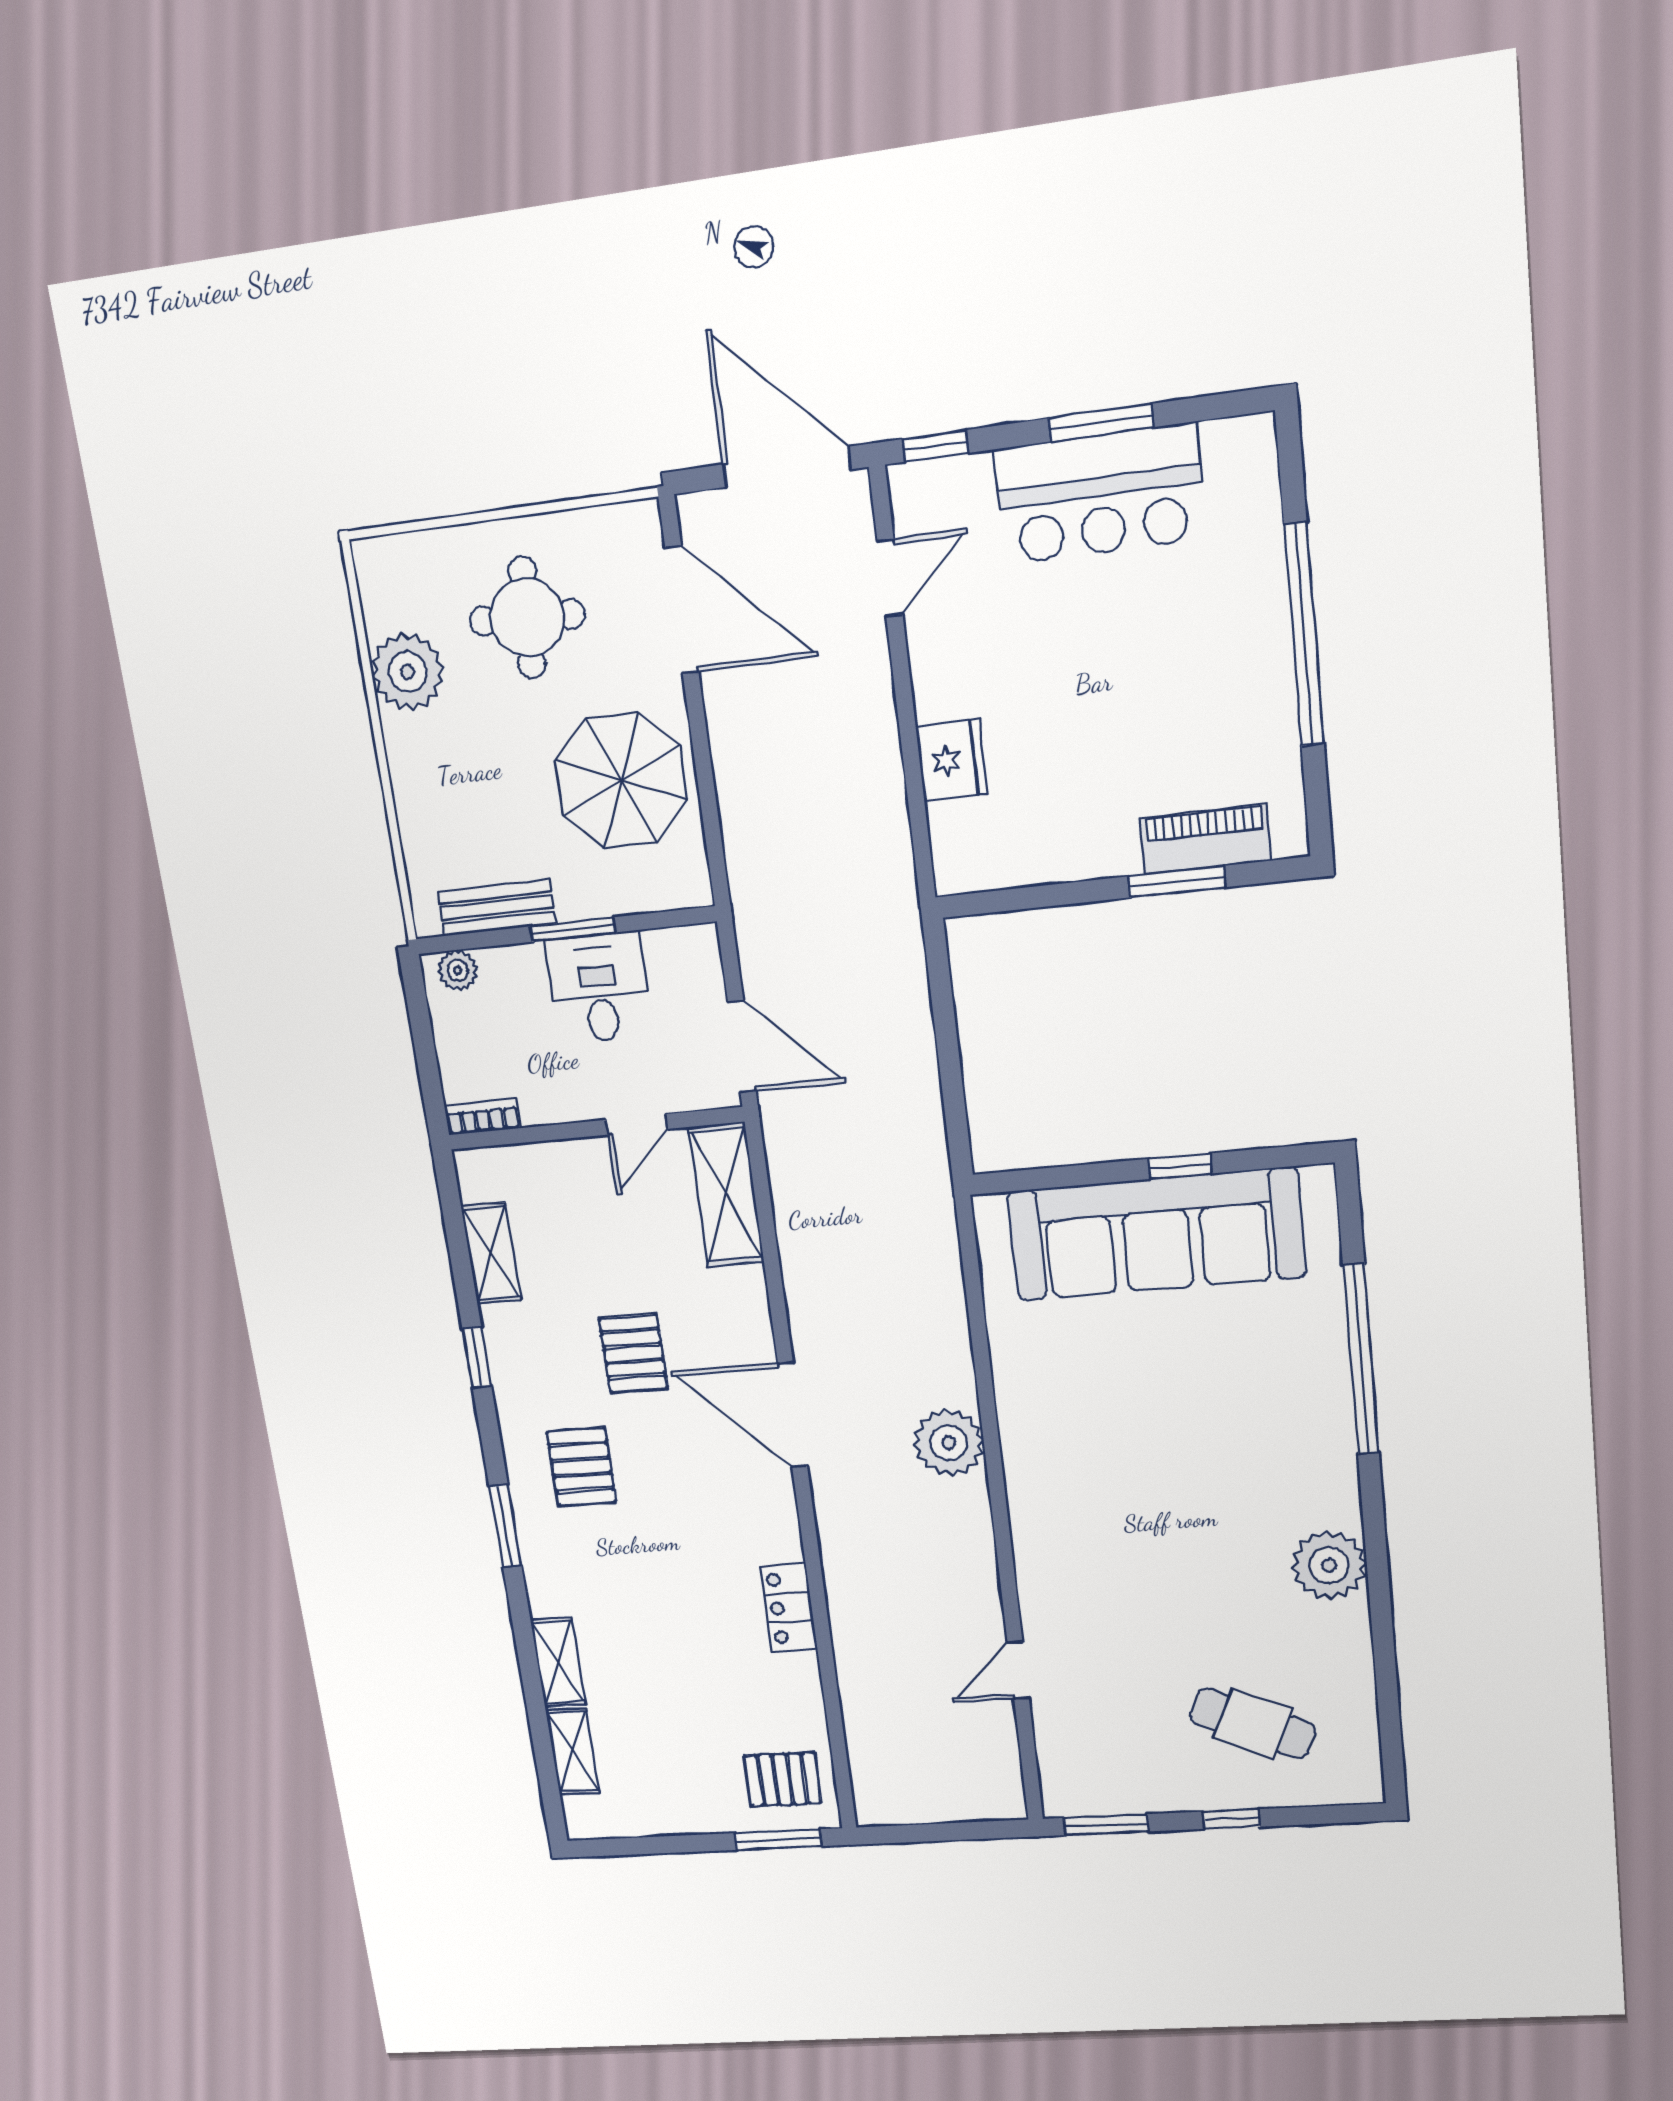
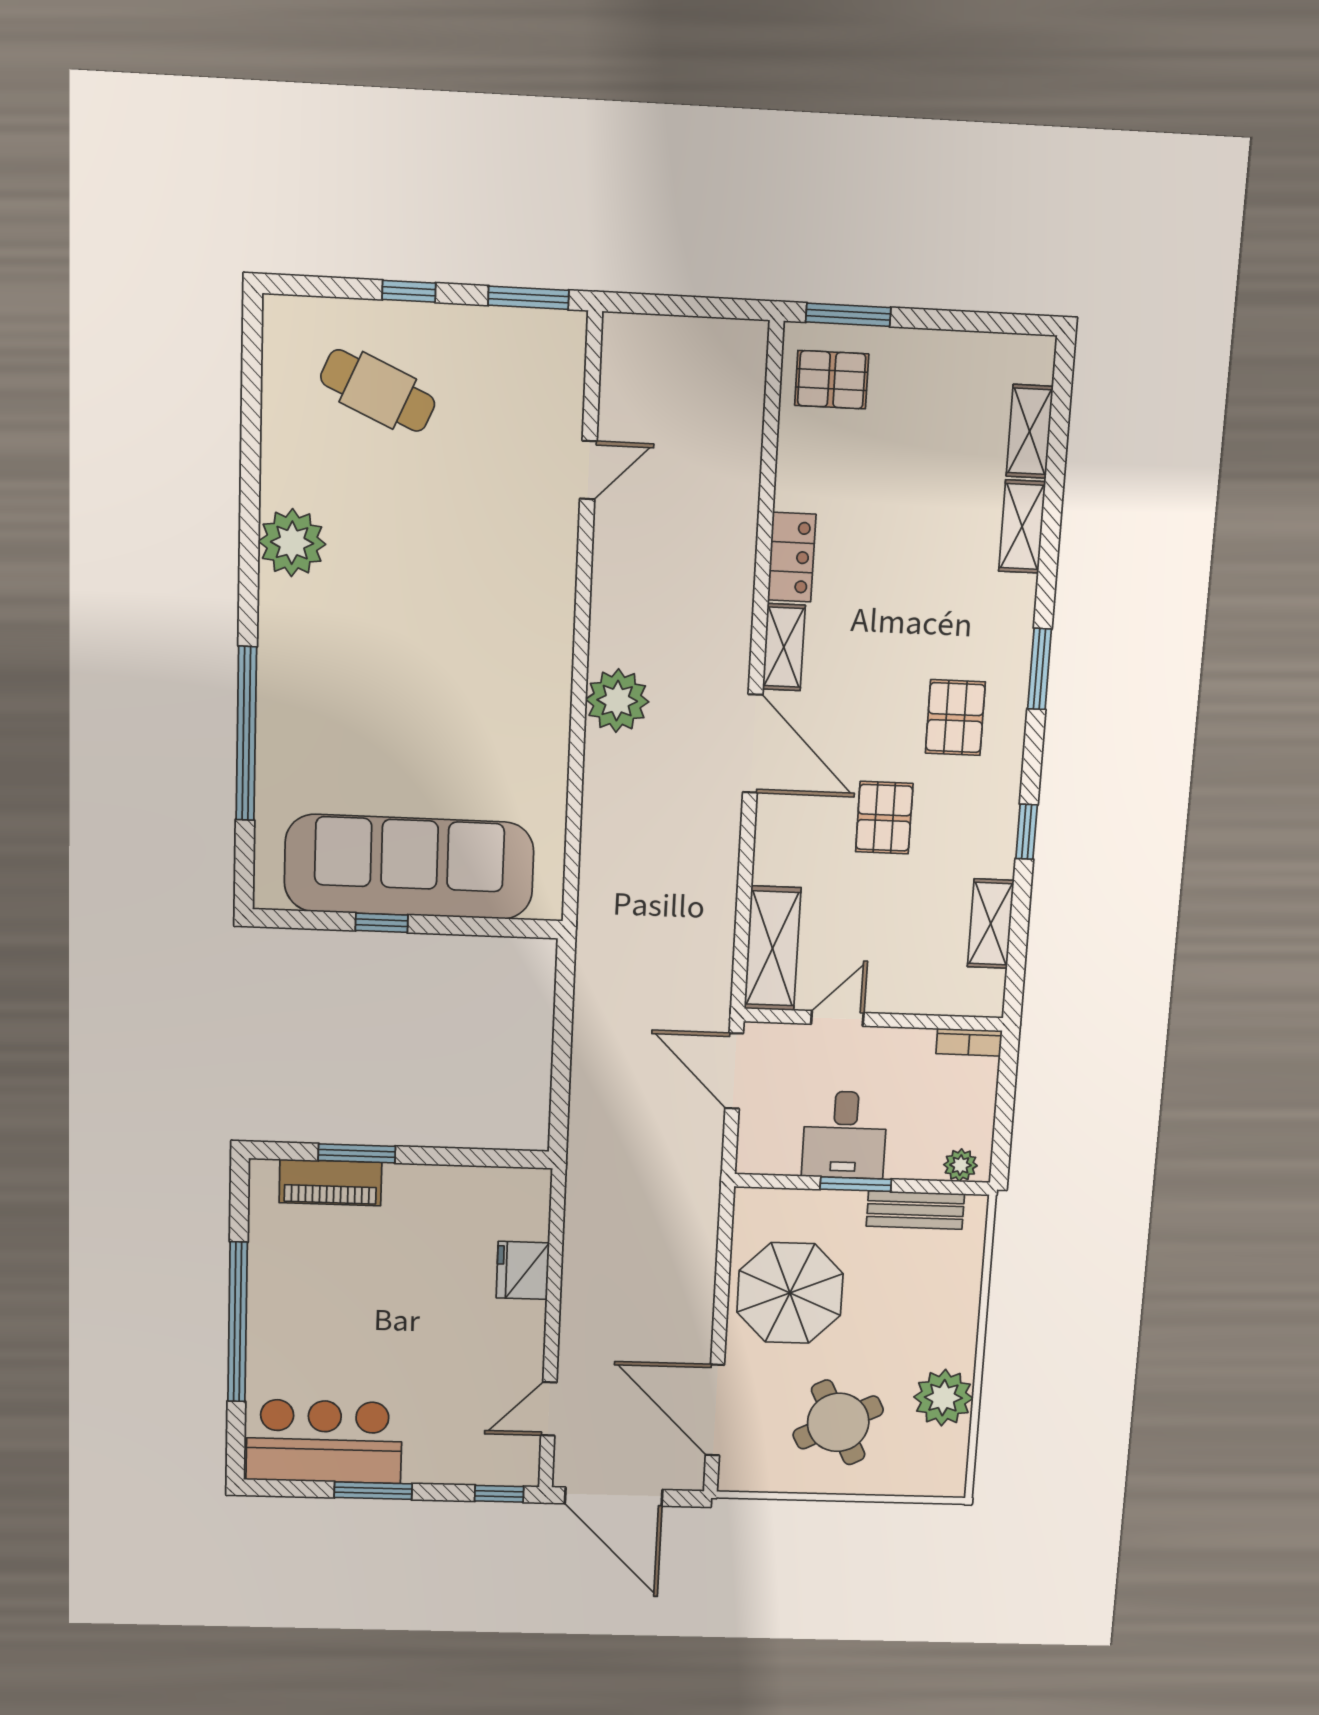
bar counter: (1100, 494) -> (324, 1441), moved
round table: (527, 618) -> (838, 1422), turned -30
shelving: (779, 1518) -> (784, 647), added

